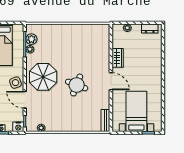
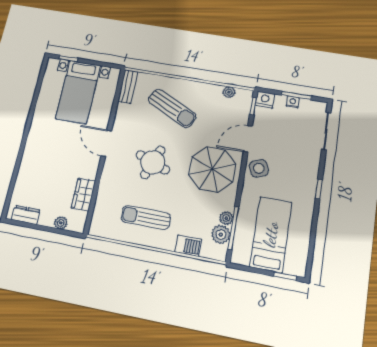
barbecue: (49, 29) -> (188, 246), added
sun lounger: (77, 41) -> (146, 217), added
wardrobe: (118, 58) -> (83, 195), moved
round table: (77, 85) -> (153, 162), moved
door: (25, 100) -> (248, 139), swing flipped
sun lounger: (75, 111) -> (172, 108), added

